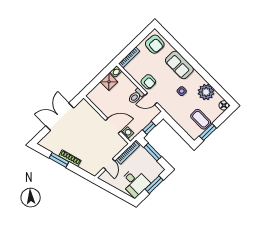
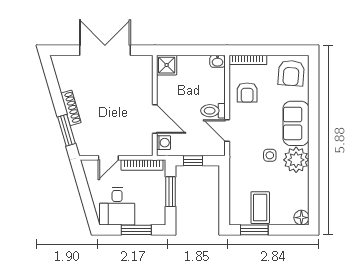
shower: (109, 82) -> (167, 65), moved
armchair: (148, 82) -> (247, 92), moved
plant: (206, 92) -> (296, 160), moved
window: (59, 160) -> (66, 130), moved

